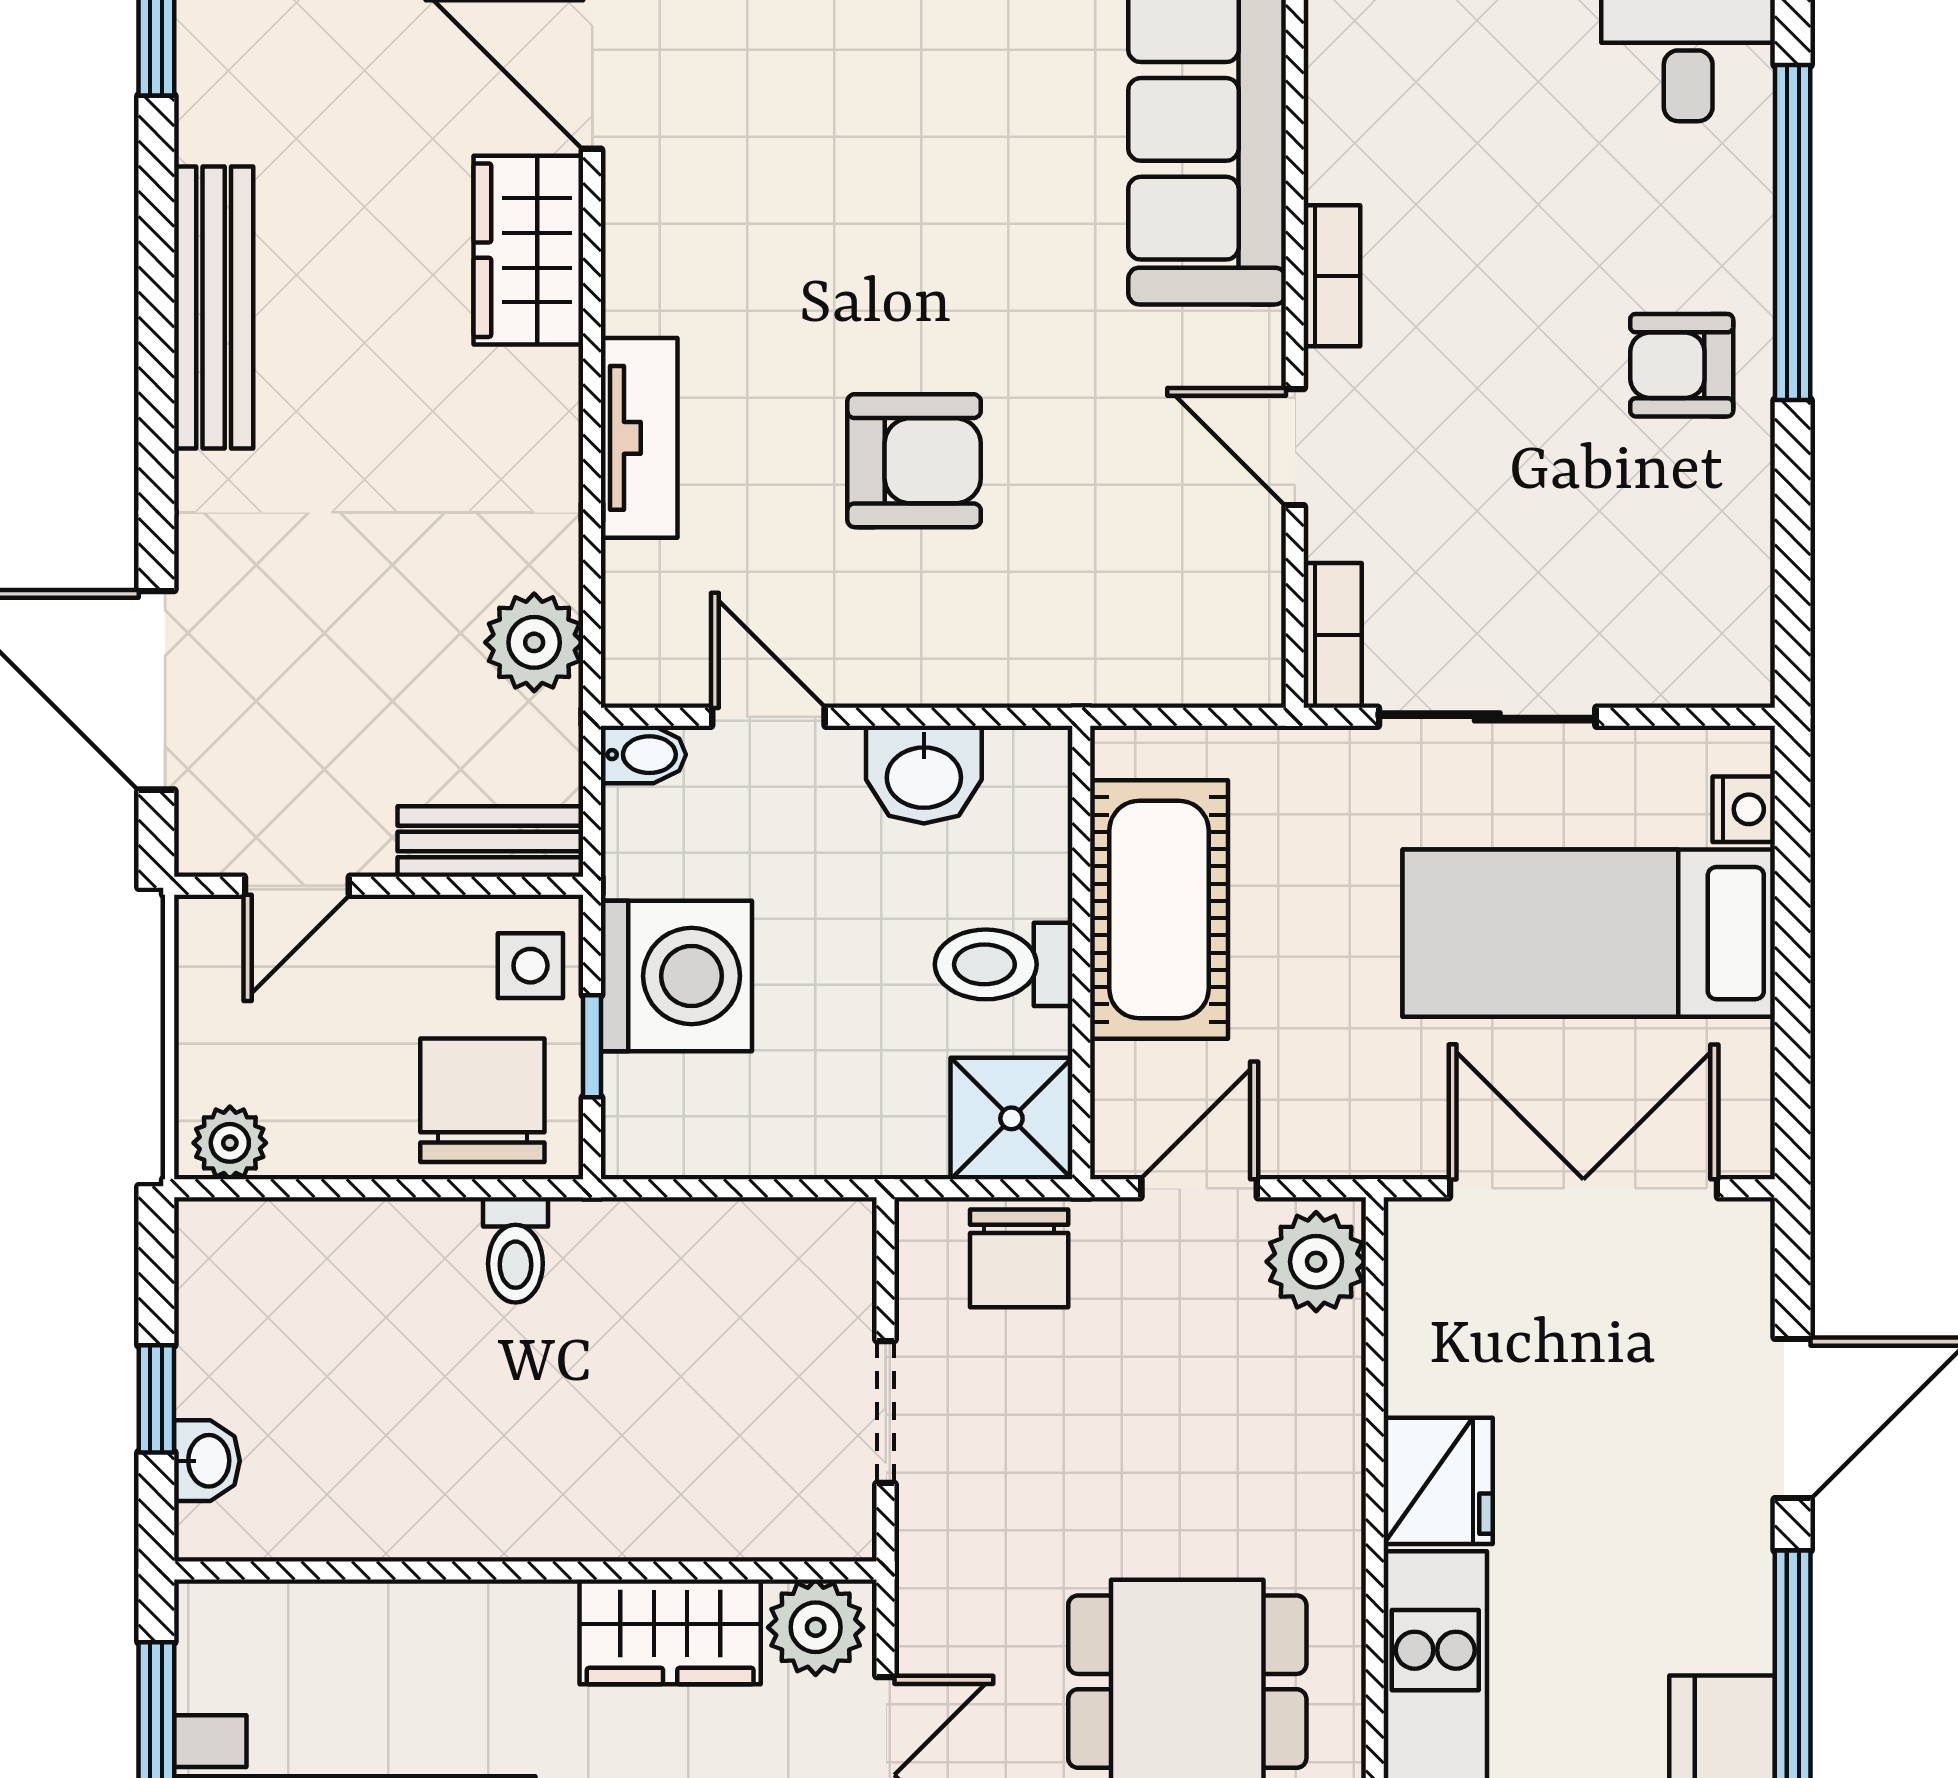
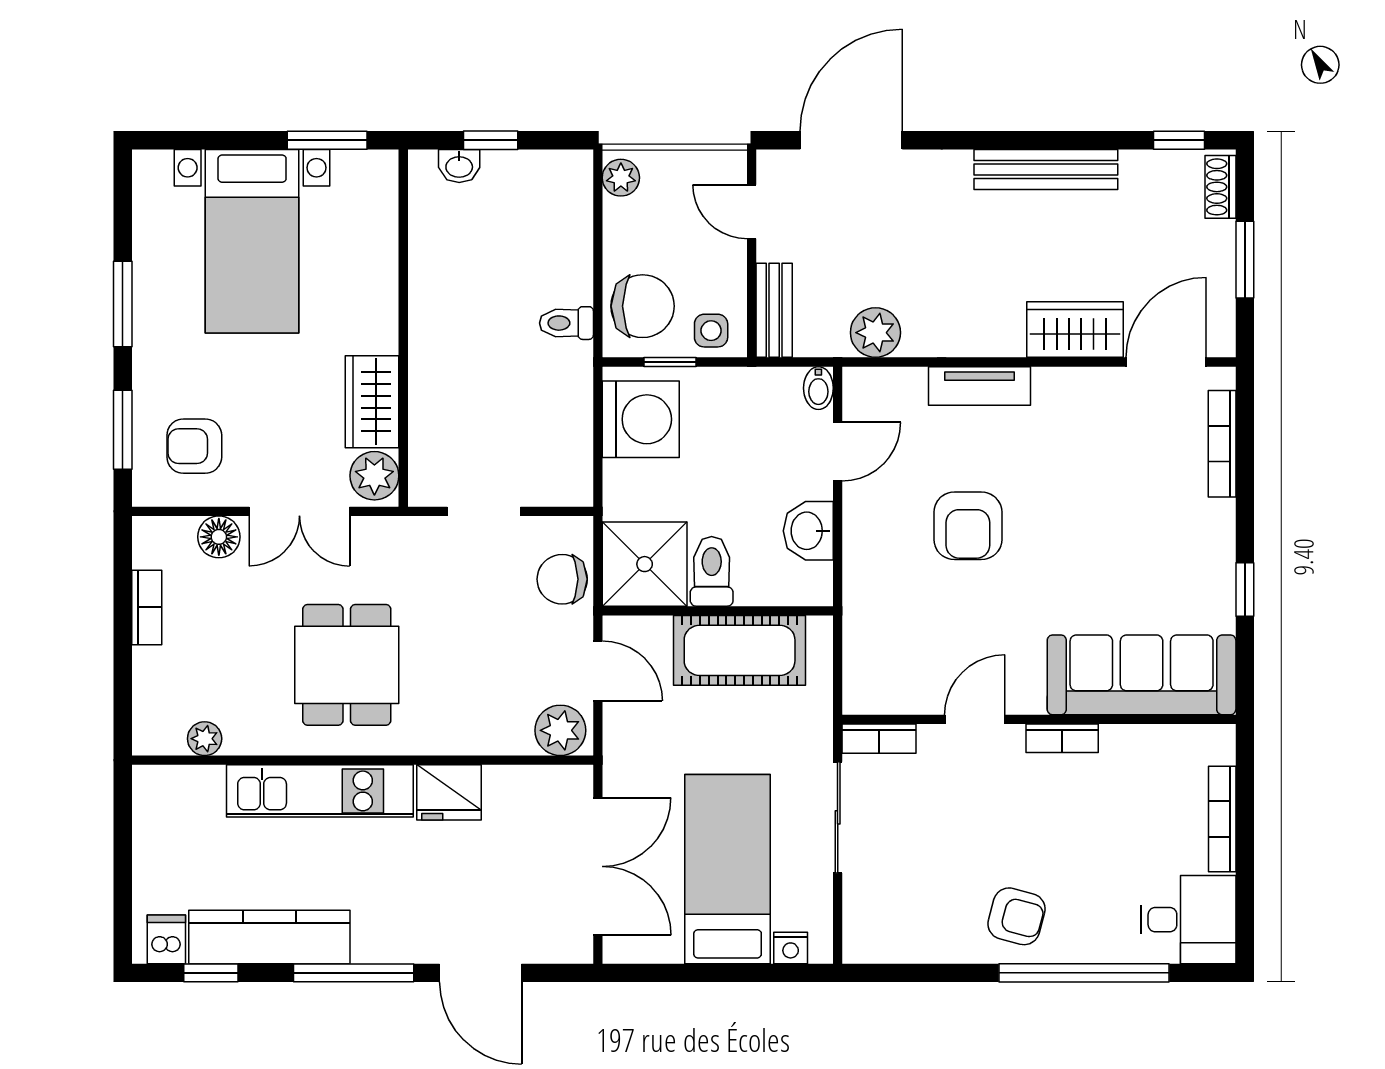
armchair: (1682, 365) -> (1017, 916), turned 105
washing machine: (676, 976) -> (641, 419), moved, turned -90
shower: (1011, 1118) -> (645, 564), width x1.36, depth x1.36

